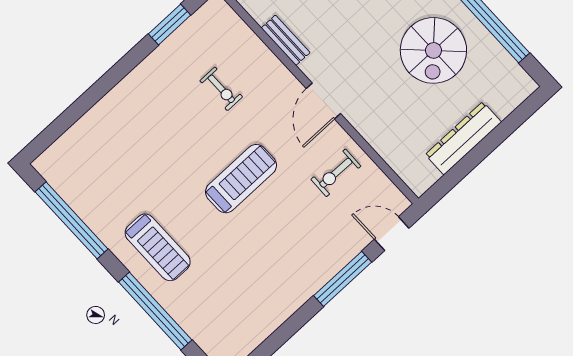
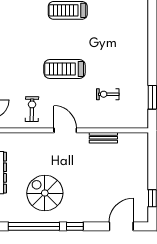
treadmill: (241, 179) -> (65, 69), turned 90

